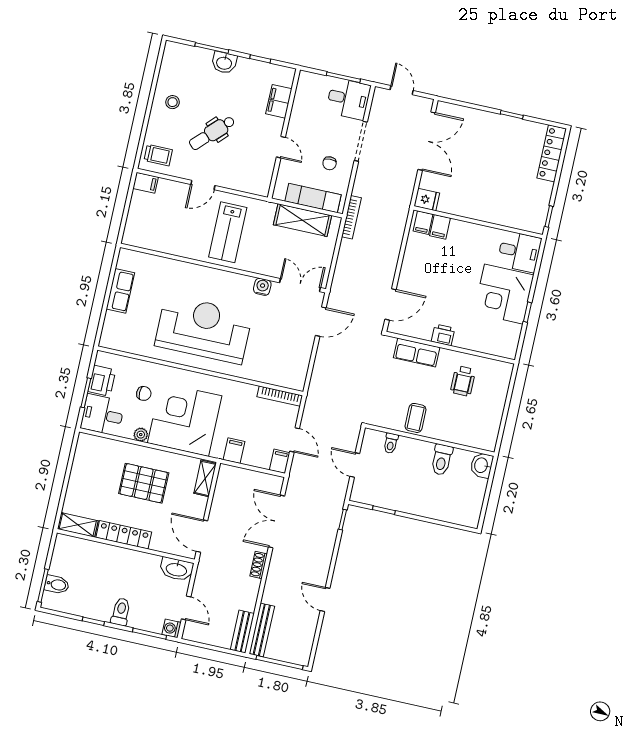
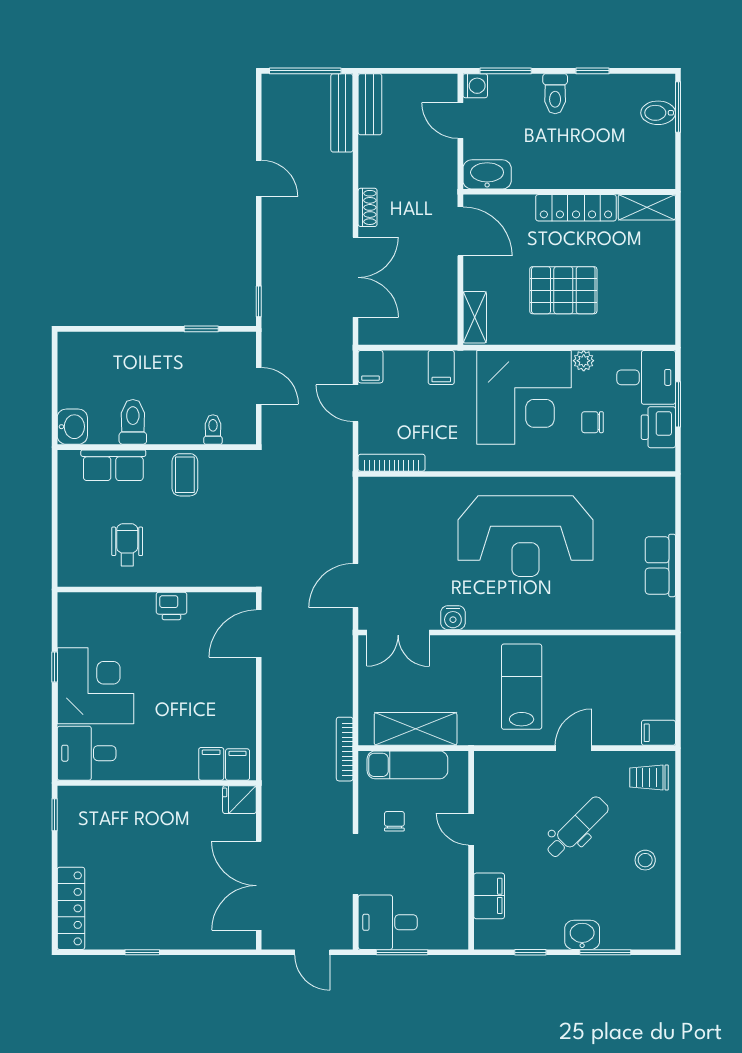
row of seats: (417, 353) -> (113, 465), moved, turned 180

